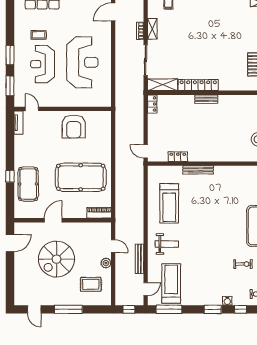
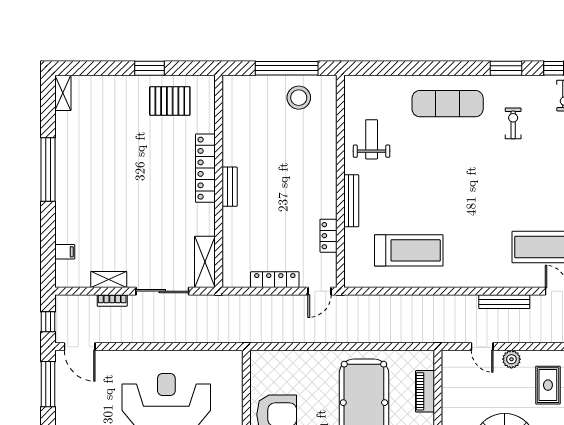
locker: (198, 85) -> (205, 168), moved
locker: (152, 104) -> (275, 280), moved, width x1.53
piano: (99, 213) -> (425, 391), moved
weight bench: (167, 244) -> (372, 139), moved
door: (113, 246) -> (482, 347), swing flipped

